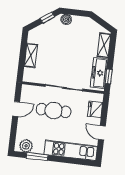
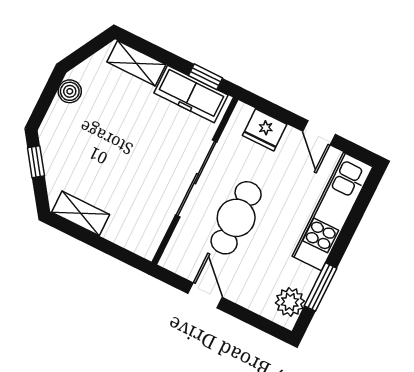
boiler: (66, 19) -> (70, 91), moved
shelving: (31, 55) -> (81, 213), moved
door: (102, 133) -> (319, 133), hinge flipped

